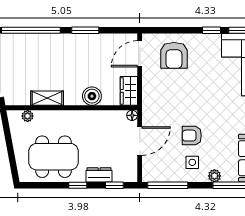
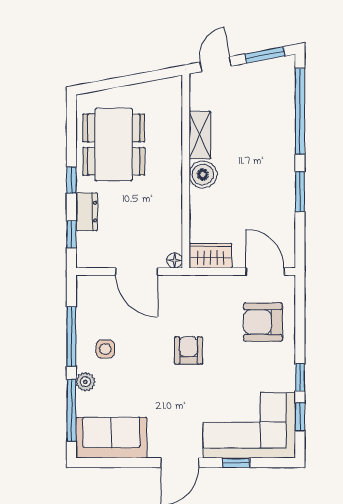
boiler: (92, 96) -> (203, 175), moved
plant: (28, 116) -> (174, 106), removed
armchair: (192, 136) -> (189, 350), moved
window: (168, 185) -> (71, 336), moved

